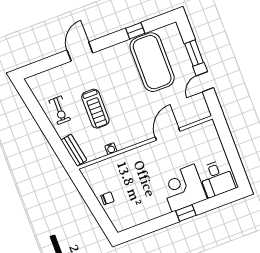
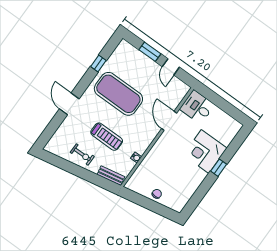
exercise mat: (152, 62) -> (118, 94), moved
desk: (217, 178) -> (197, 107), moved, turned 180

